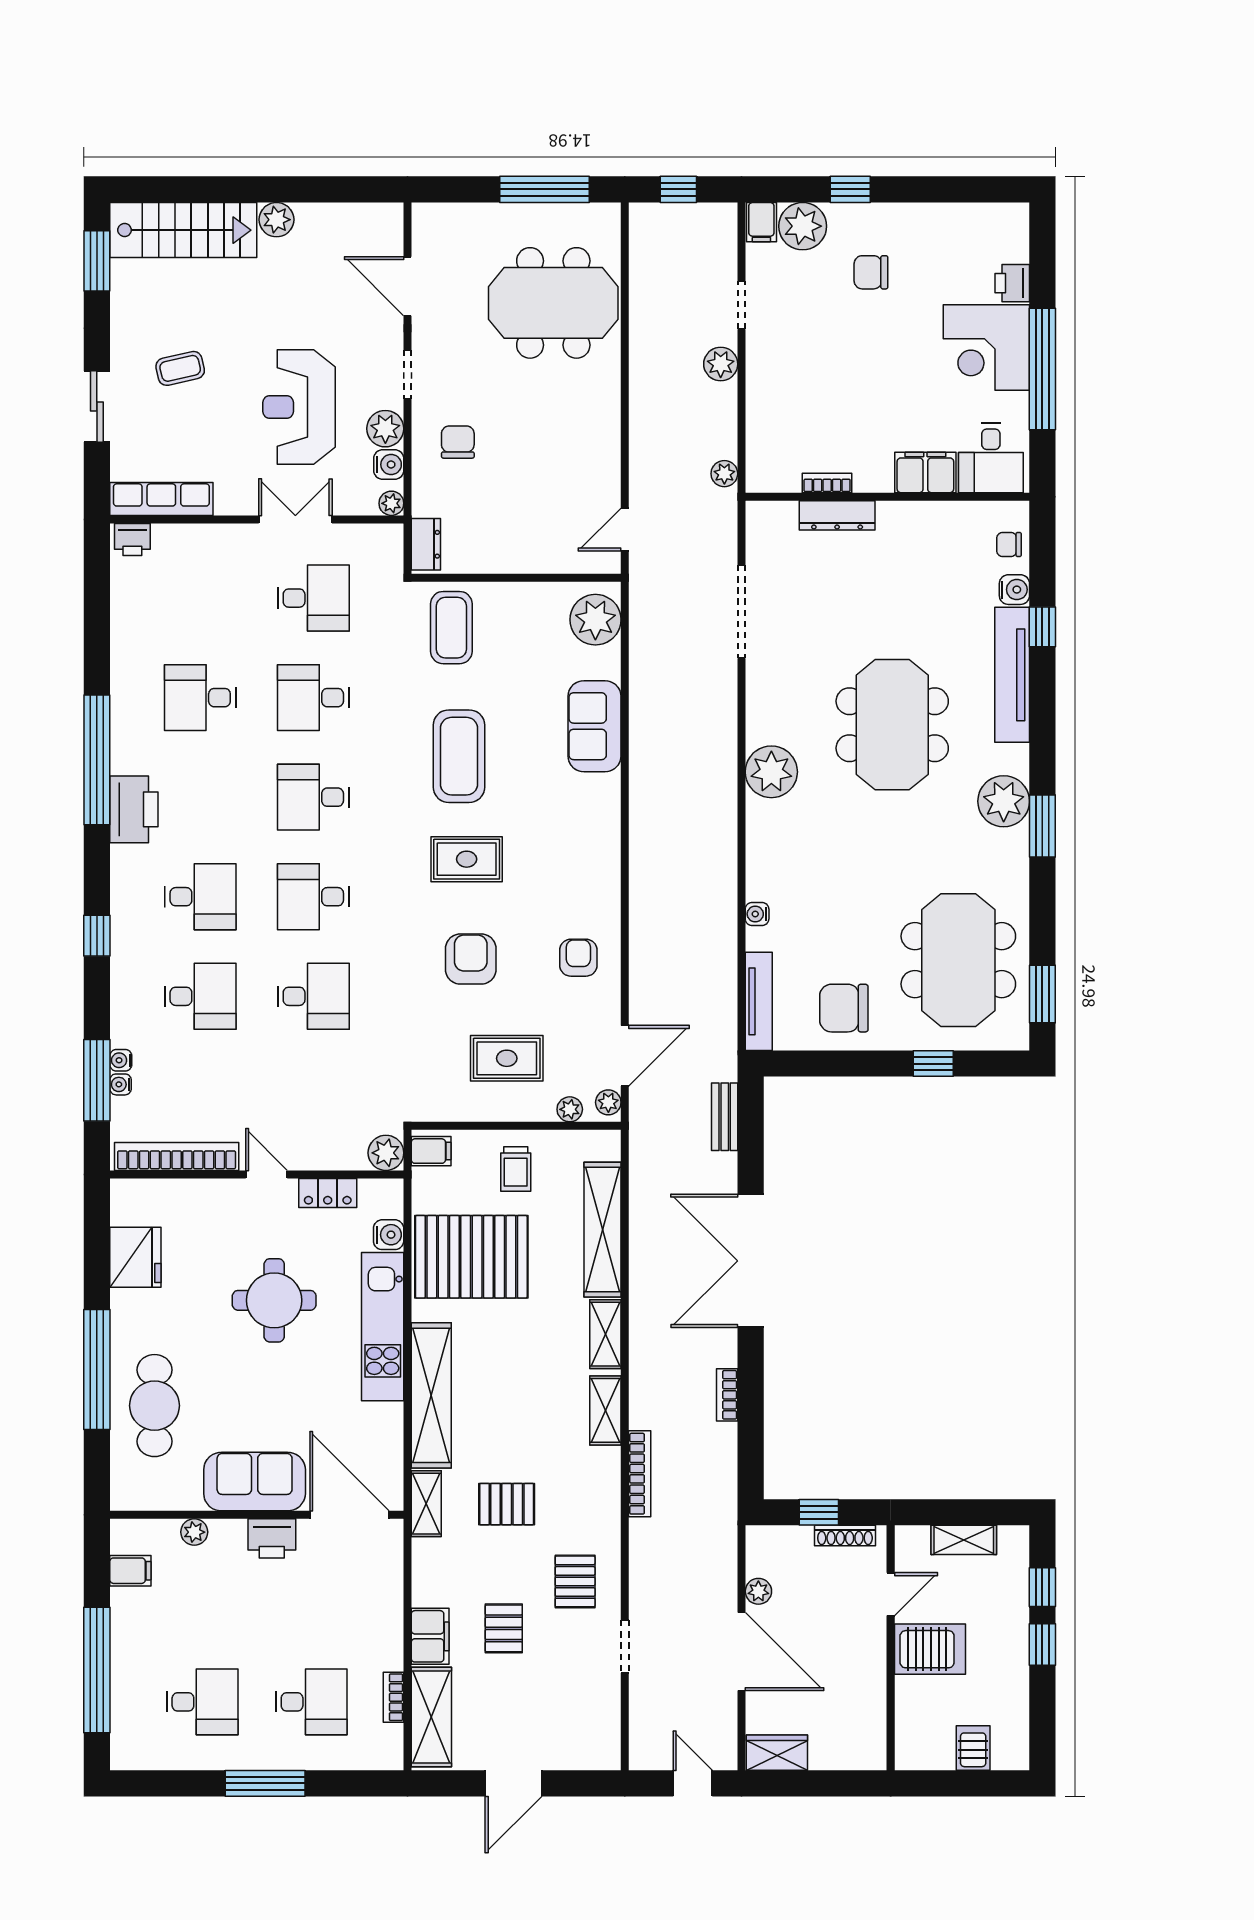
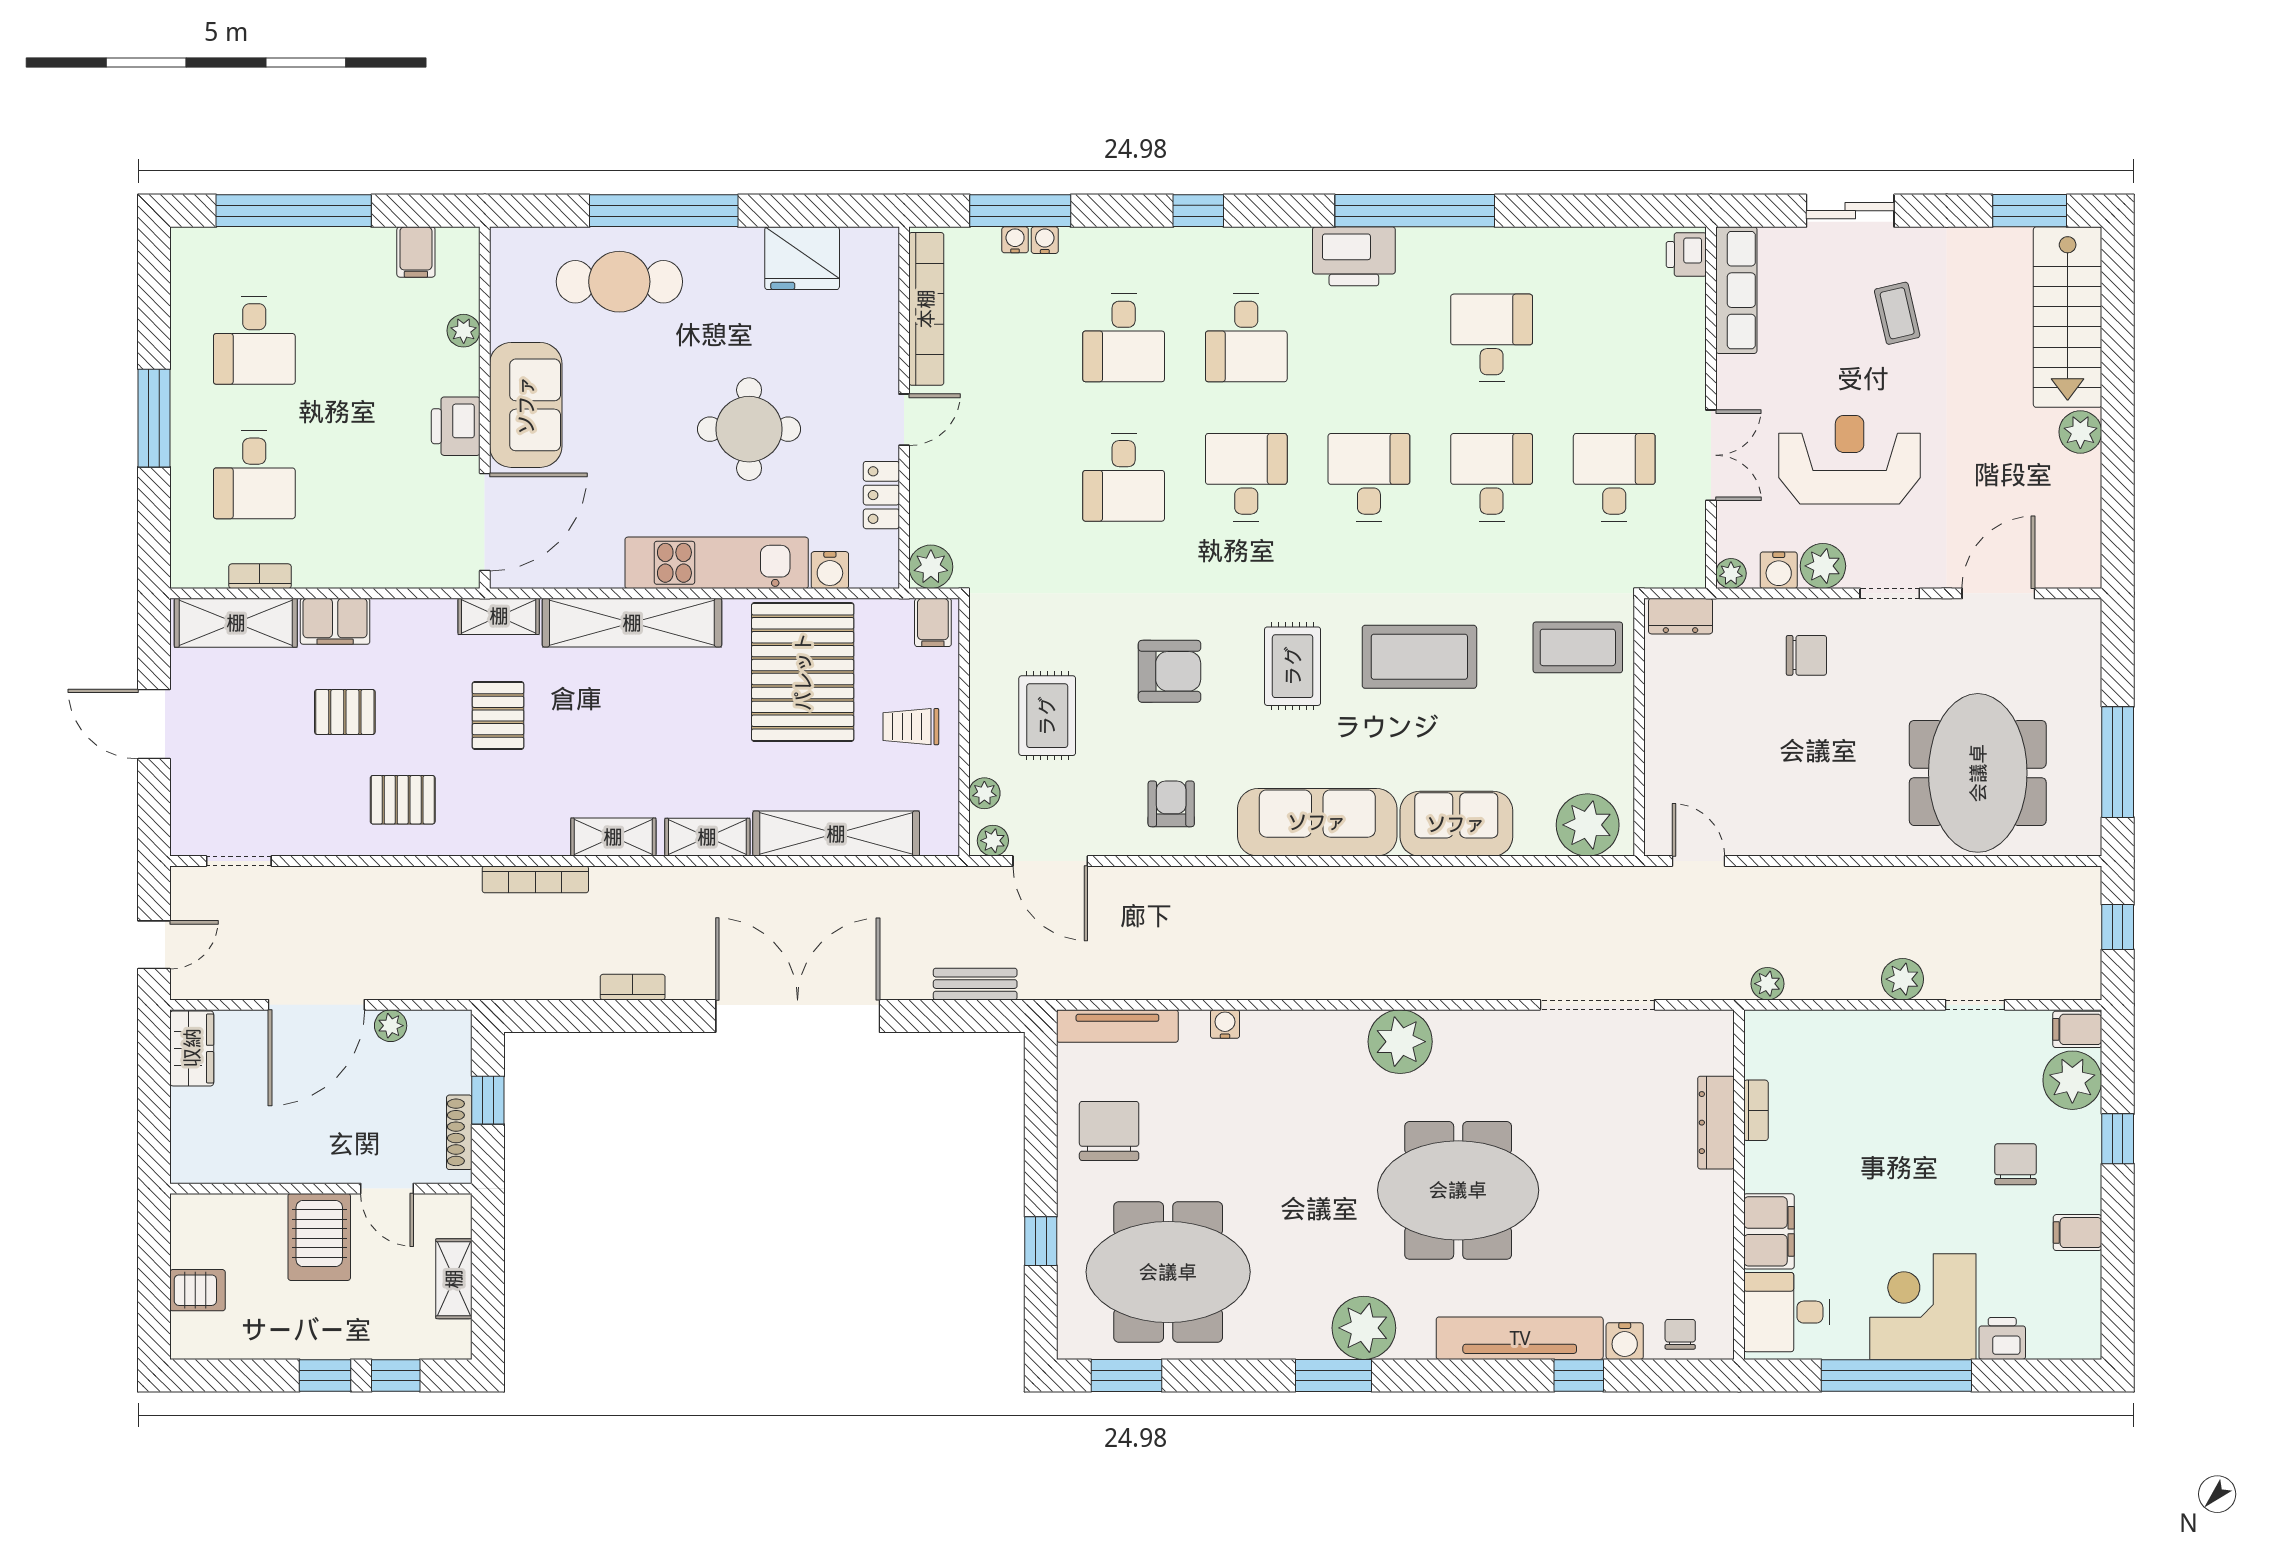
filing cabinet: (926, 222) -> (2078, 1233), added
desk: (313, 598) -> (1614, 477), turned 180
sofa: (593, 839) -> (1317, 822), added
armchair: (578, 958) -> (1171, 804), turned -90
doorway: (625, 1647) -> (239, 861), moved

